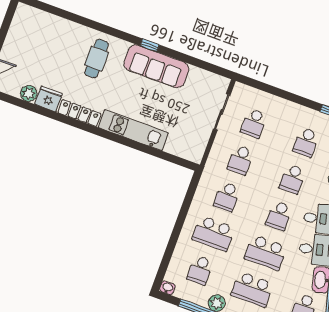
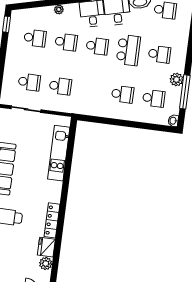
kitchen unit: (133, 130) -> (59, 153), moved
school desk: (227, 197) -> (91, 90), removed
school desk: (214, 233) -> (123, 94), width x0.54
school desk: (252, 289) -> (159, 54), width x0.54

